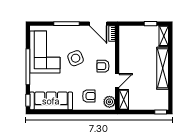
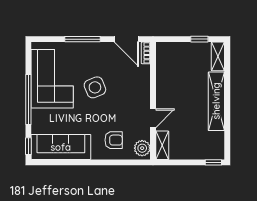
armchair: (103, 66) -> (133, 98), removed

